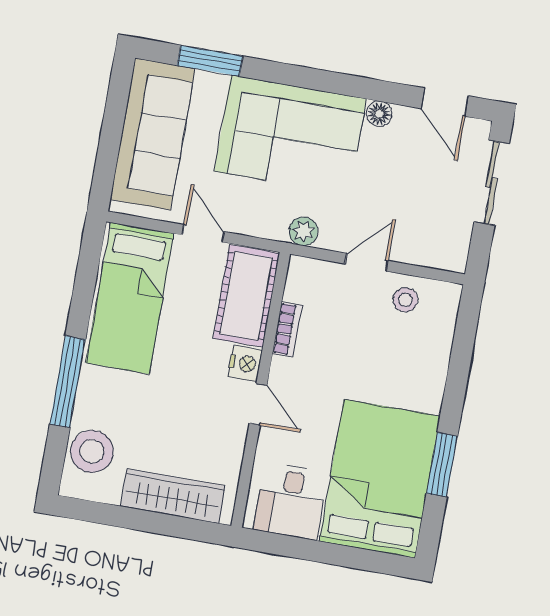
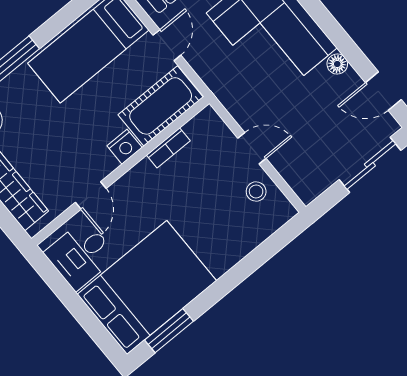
door: (445, 102) -> (383, 91), hinge flipped
plant: (303, 231) -> (229, 96), removed
door: (258, 404) -> (91, 195), moved
window: (442, 465) -> (169, 331), moved

